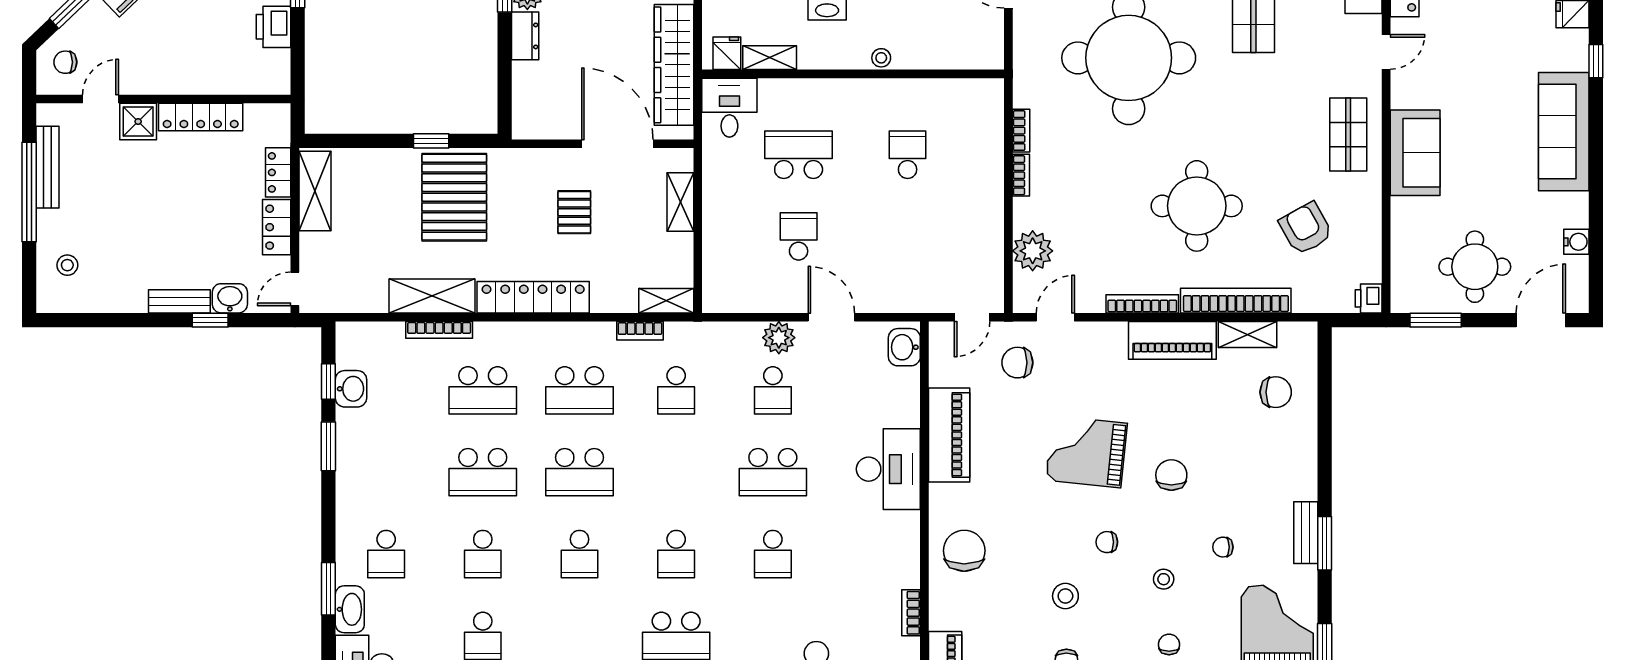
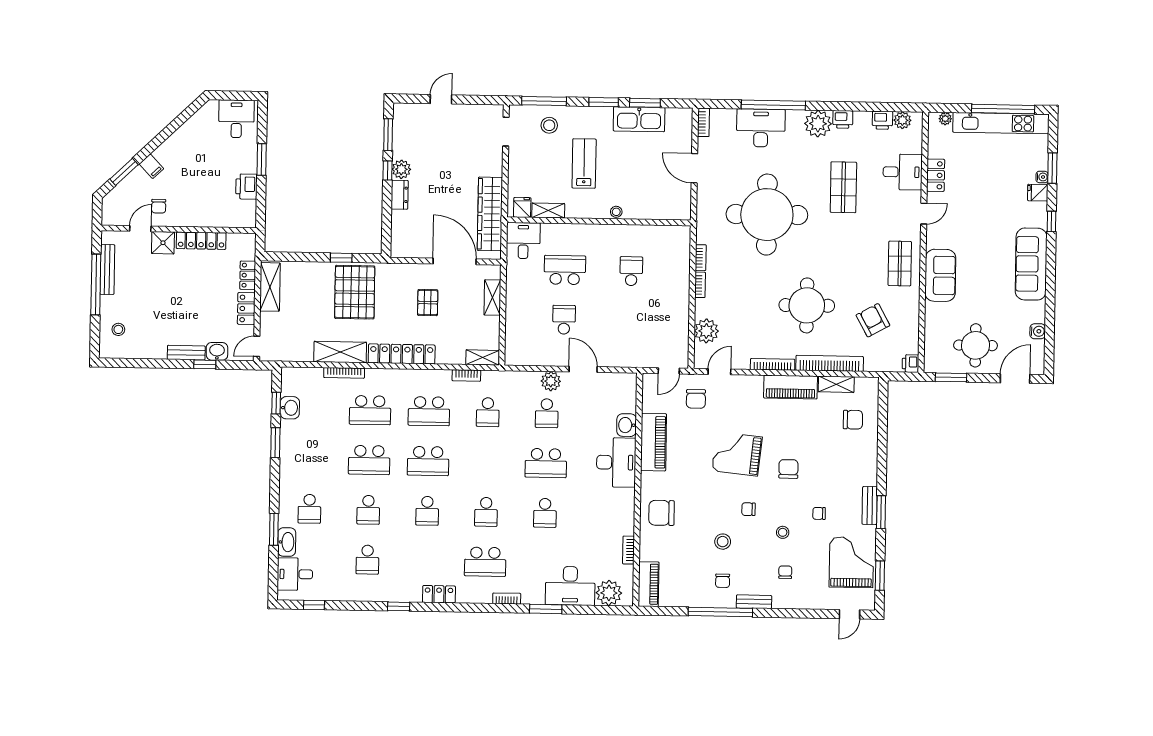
chair: (65, 62) -> (159, 206), moved, turned -90
washbasin: (904, 347) -> (627, 425), moved
chair: (1017, 363) -> (696, 399), turned -90
chair: (964, 551) -> (661, 513), turned -90

